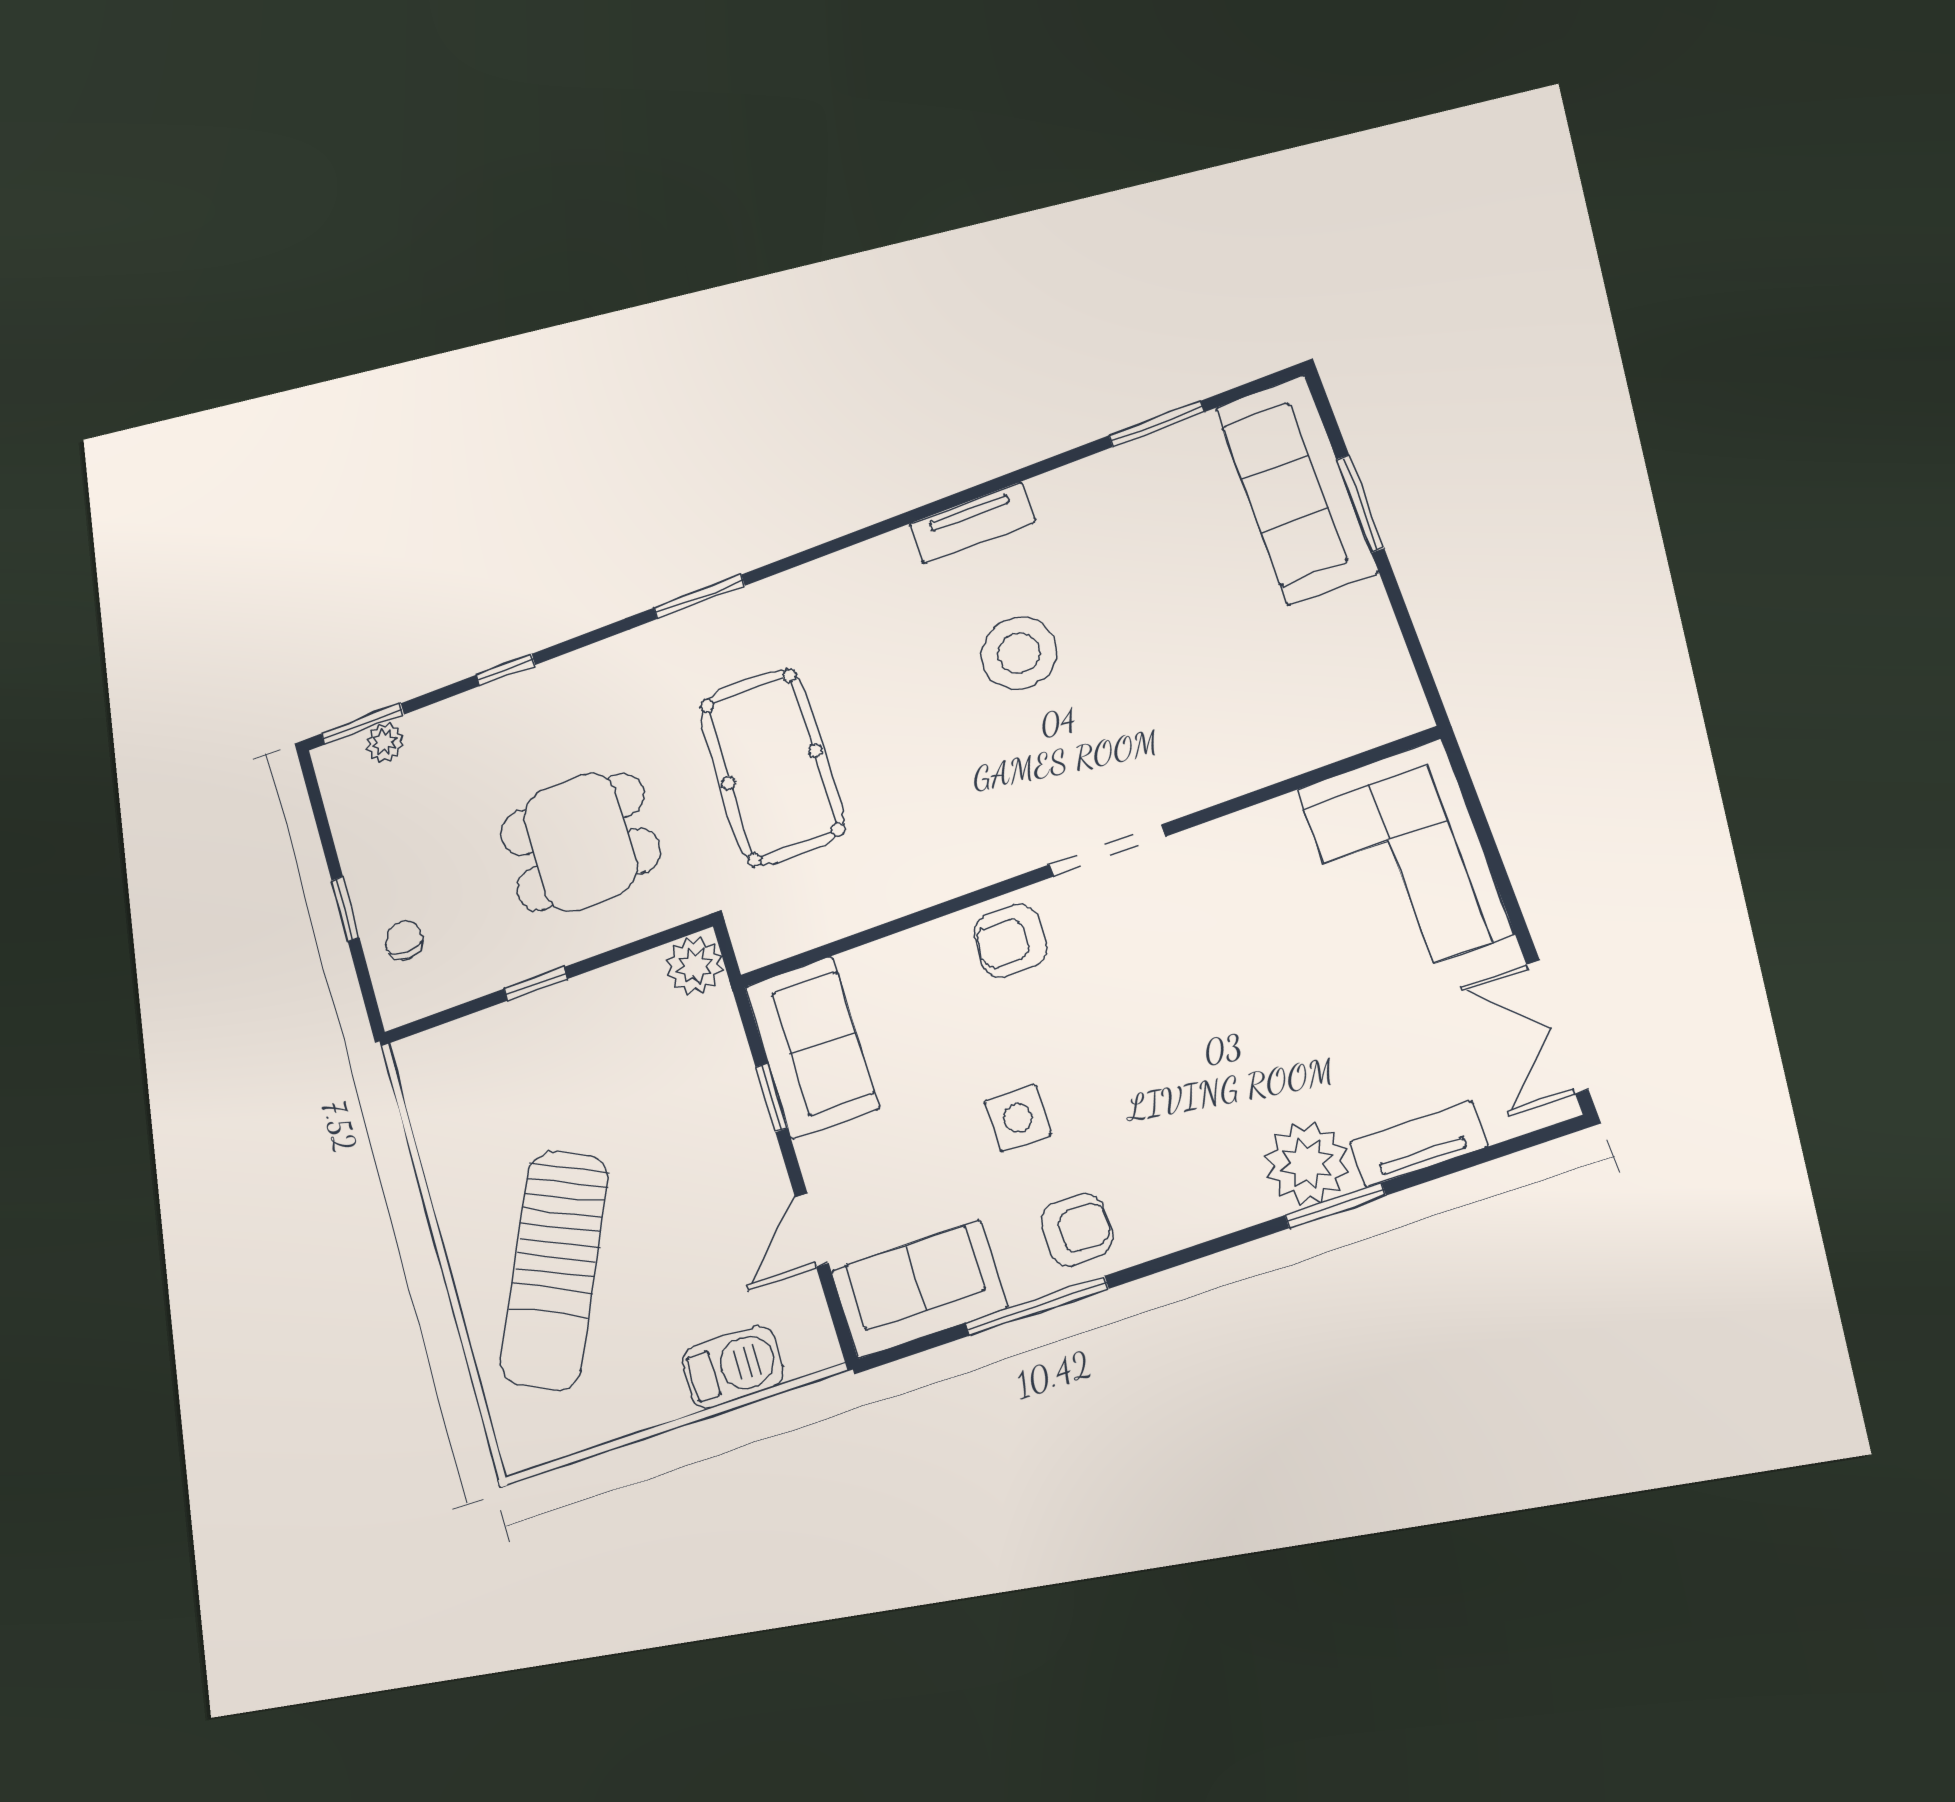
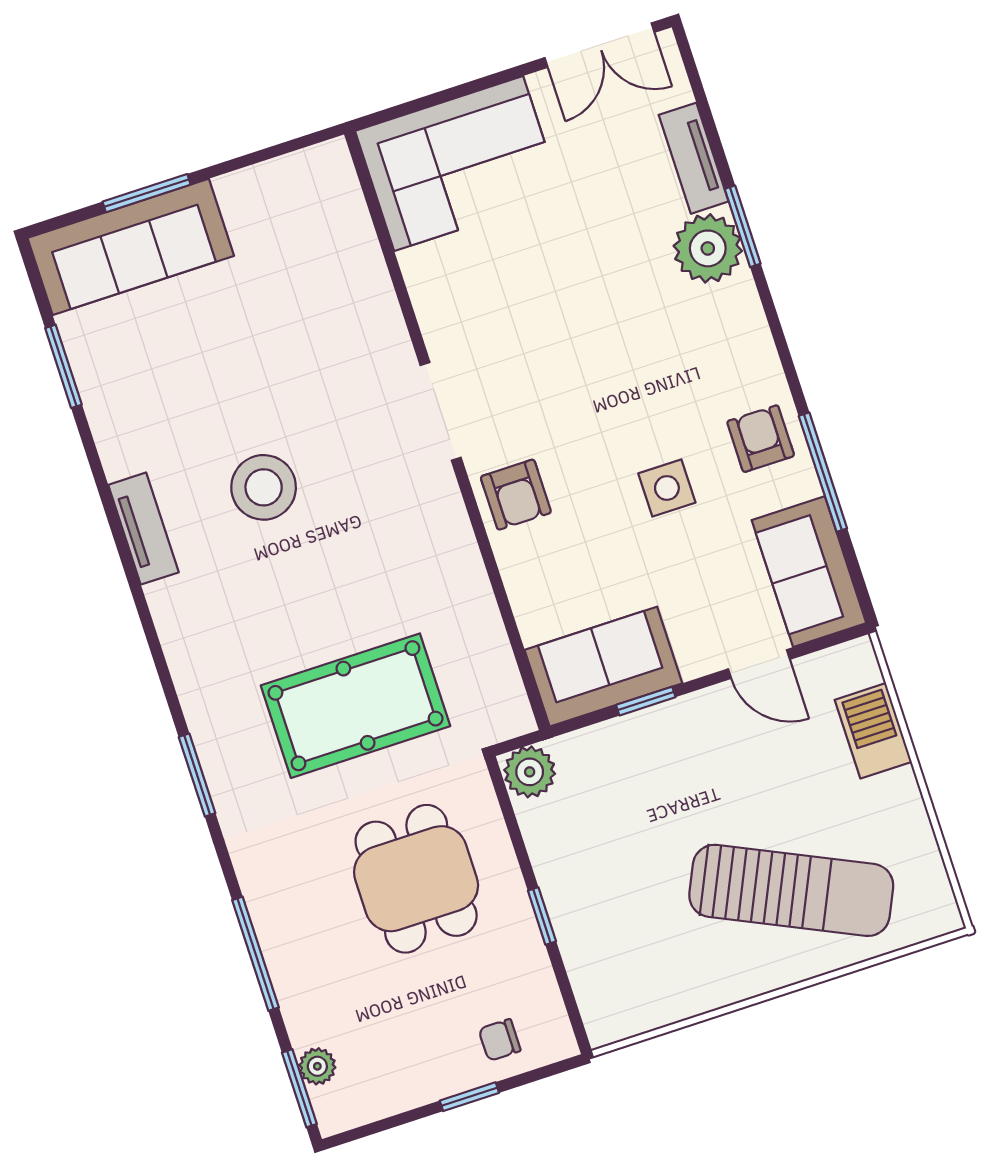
window: (506, 670) -> (255, 954), width x2.17

